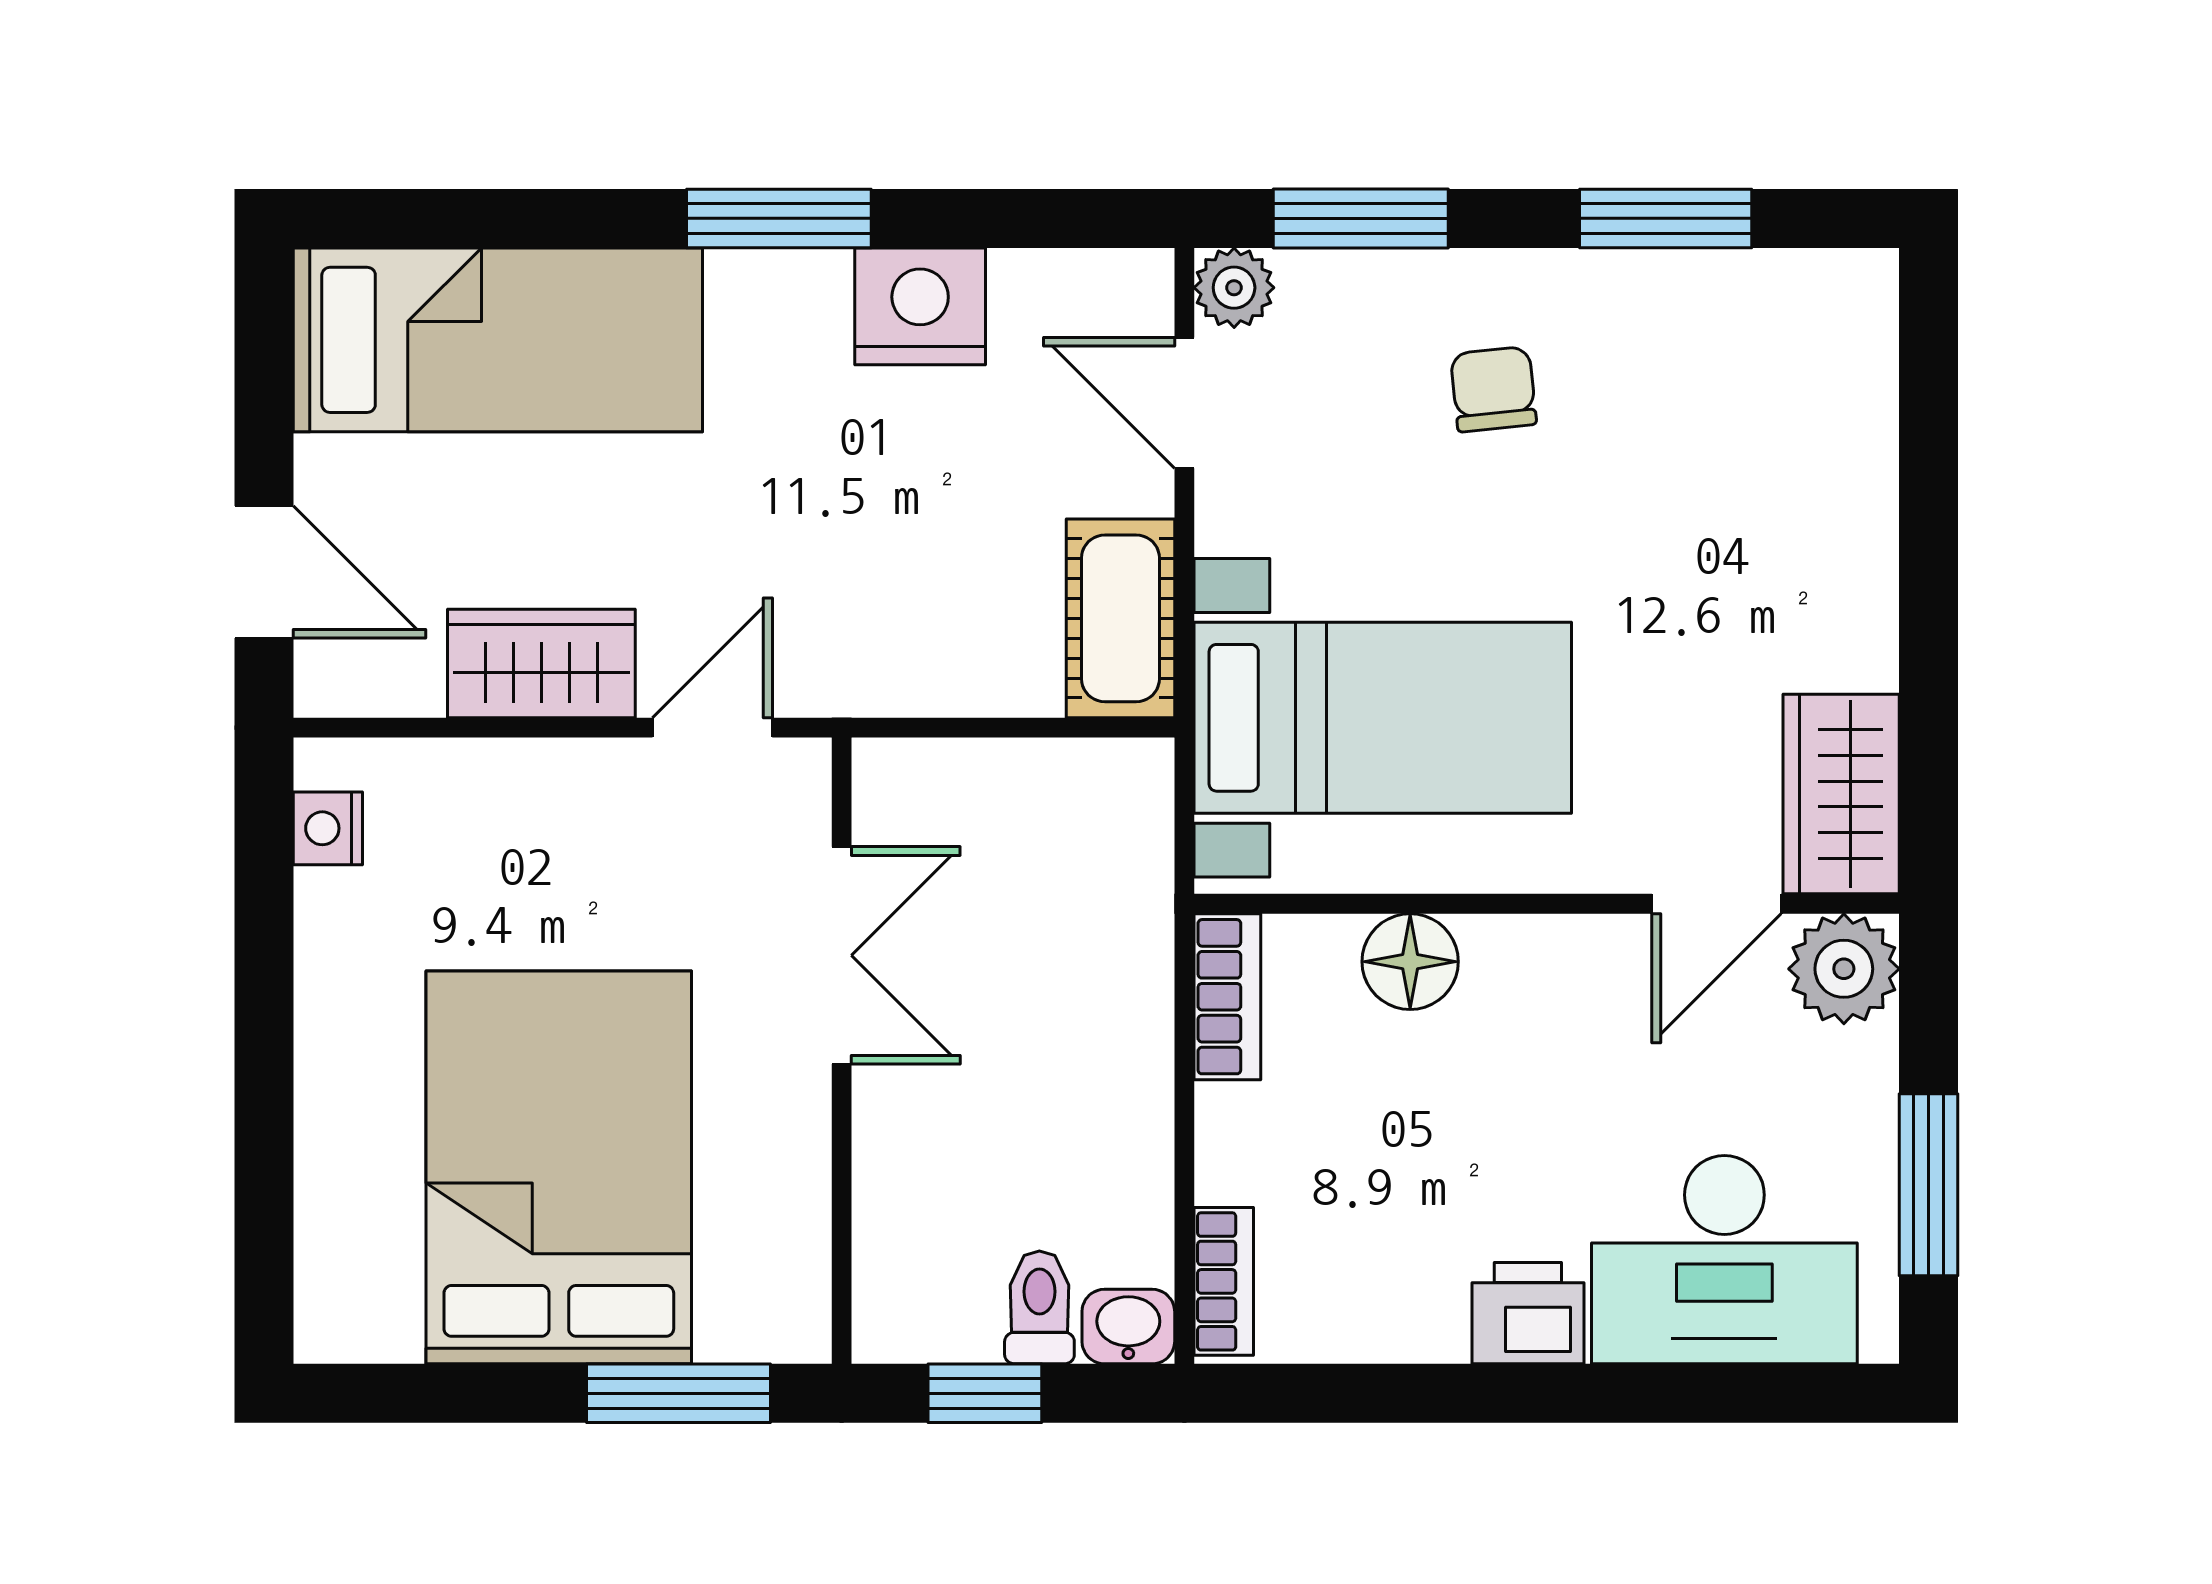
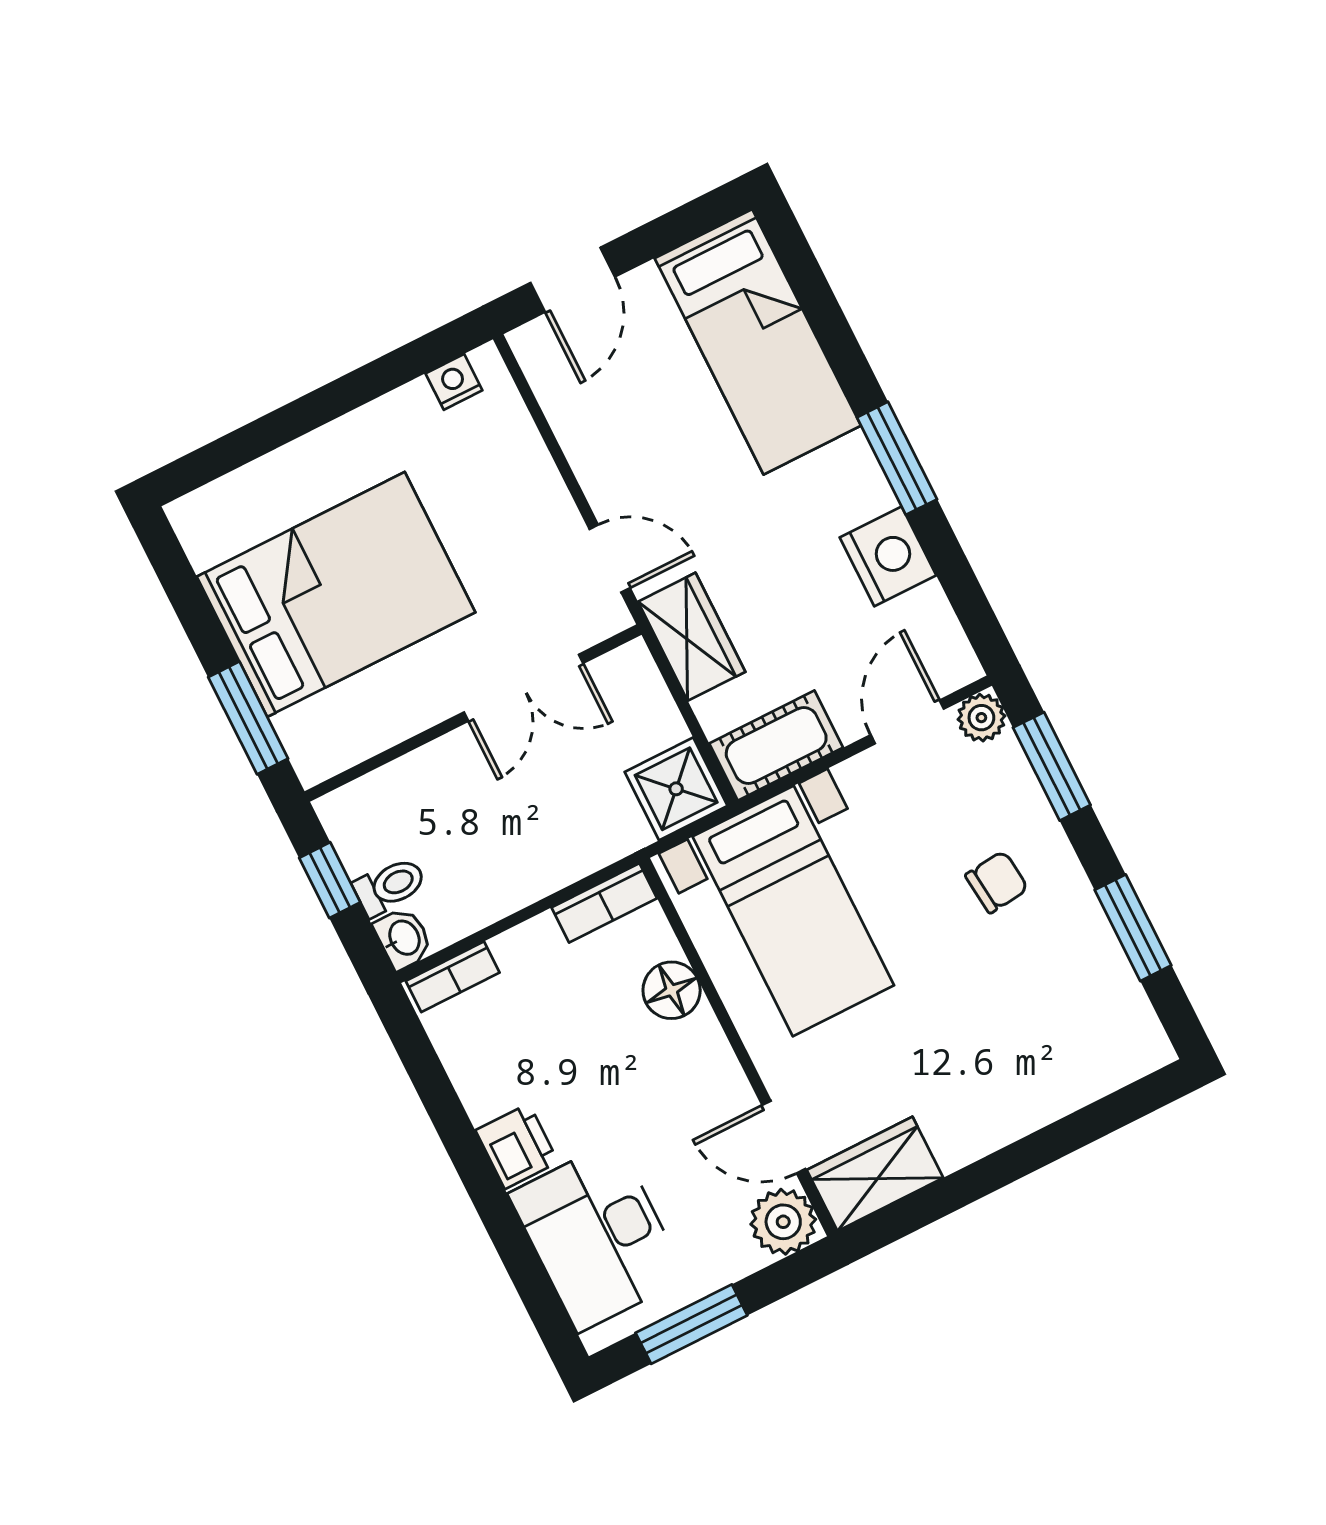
wardrobe: (541, 663) -> (692, 637), moved
shower: (1110, 802) -> (676, 789), added

